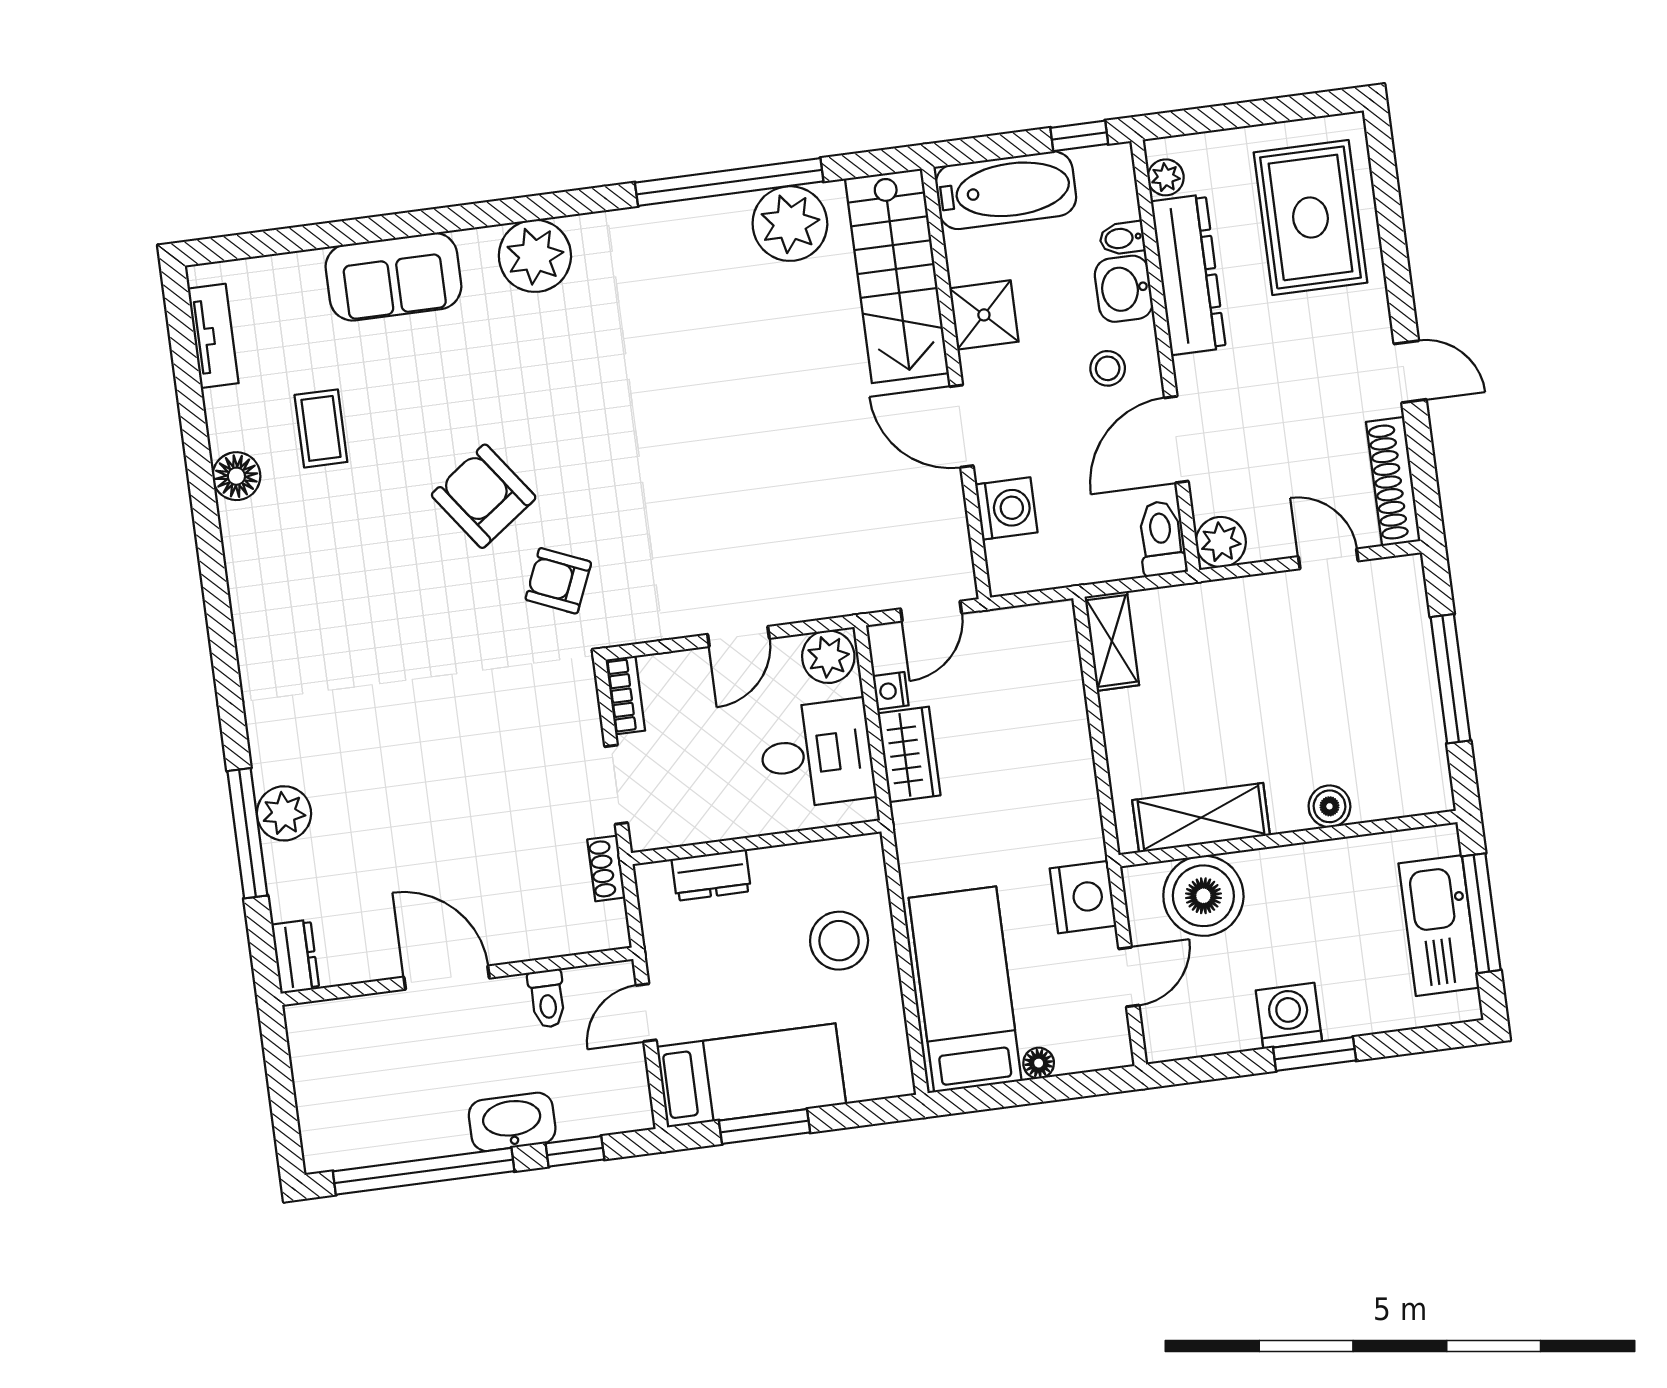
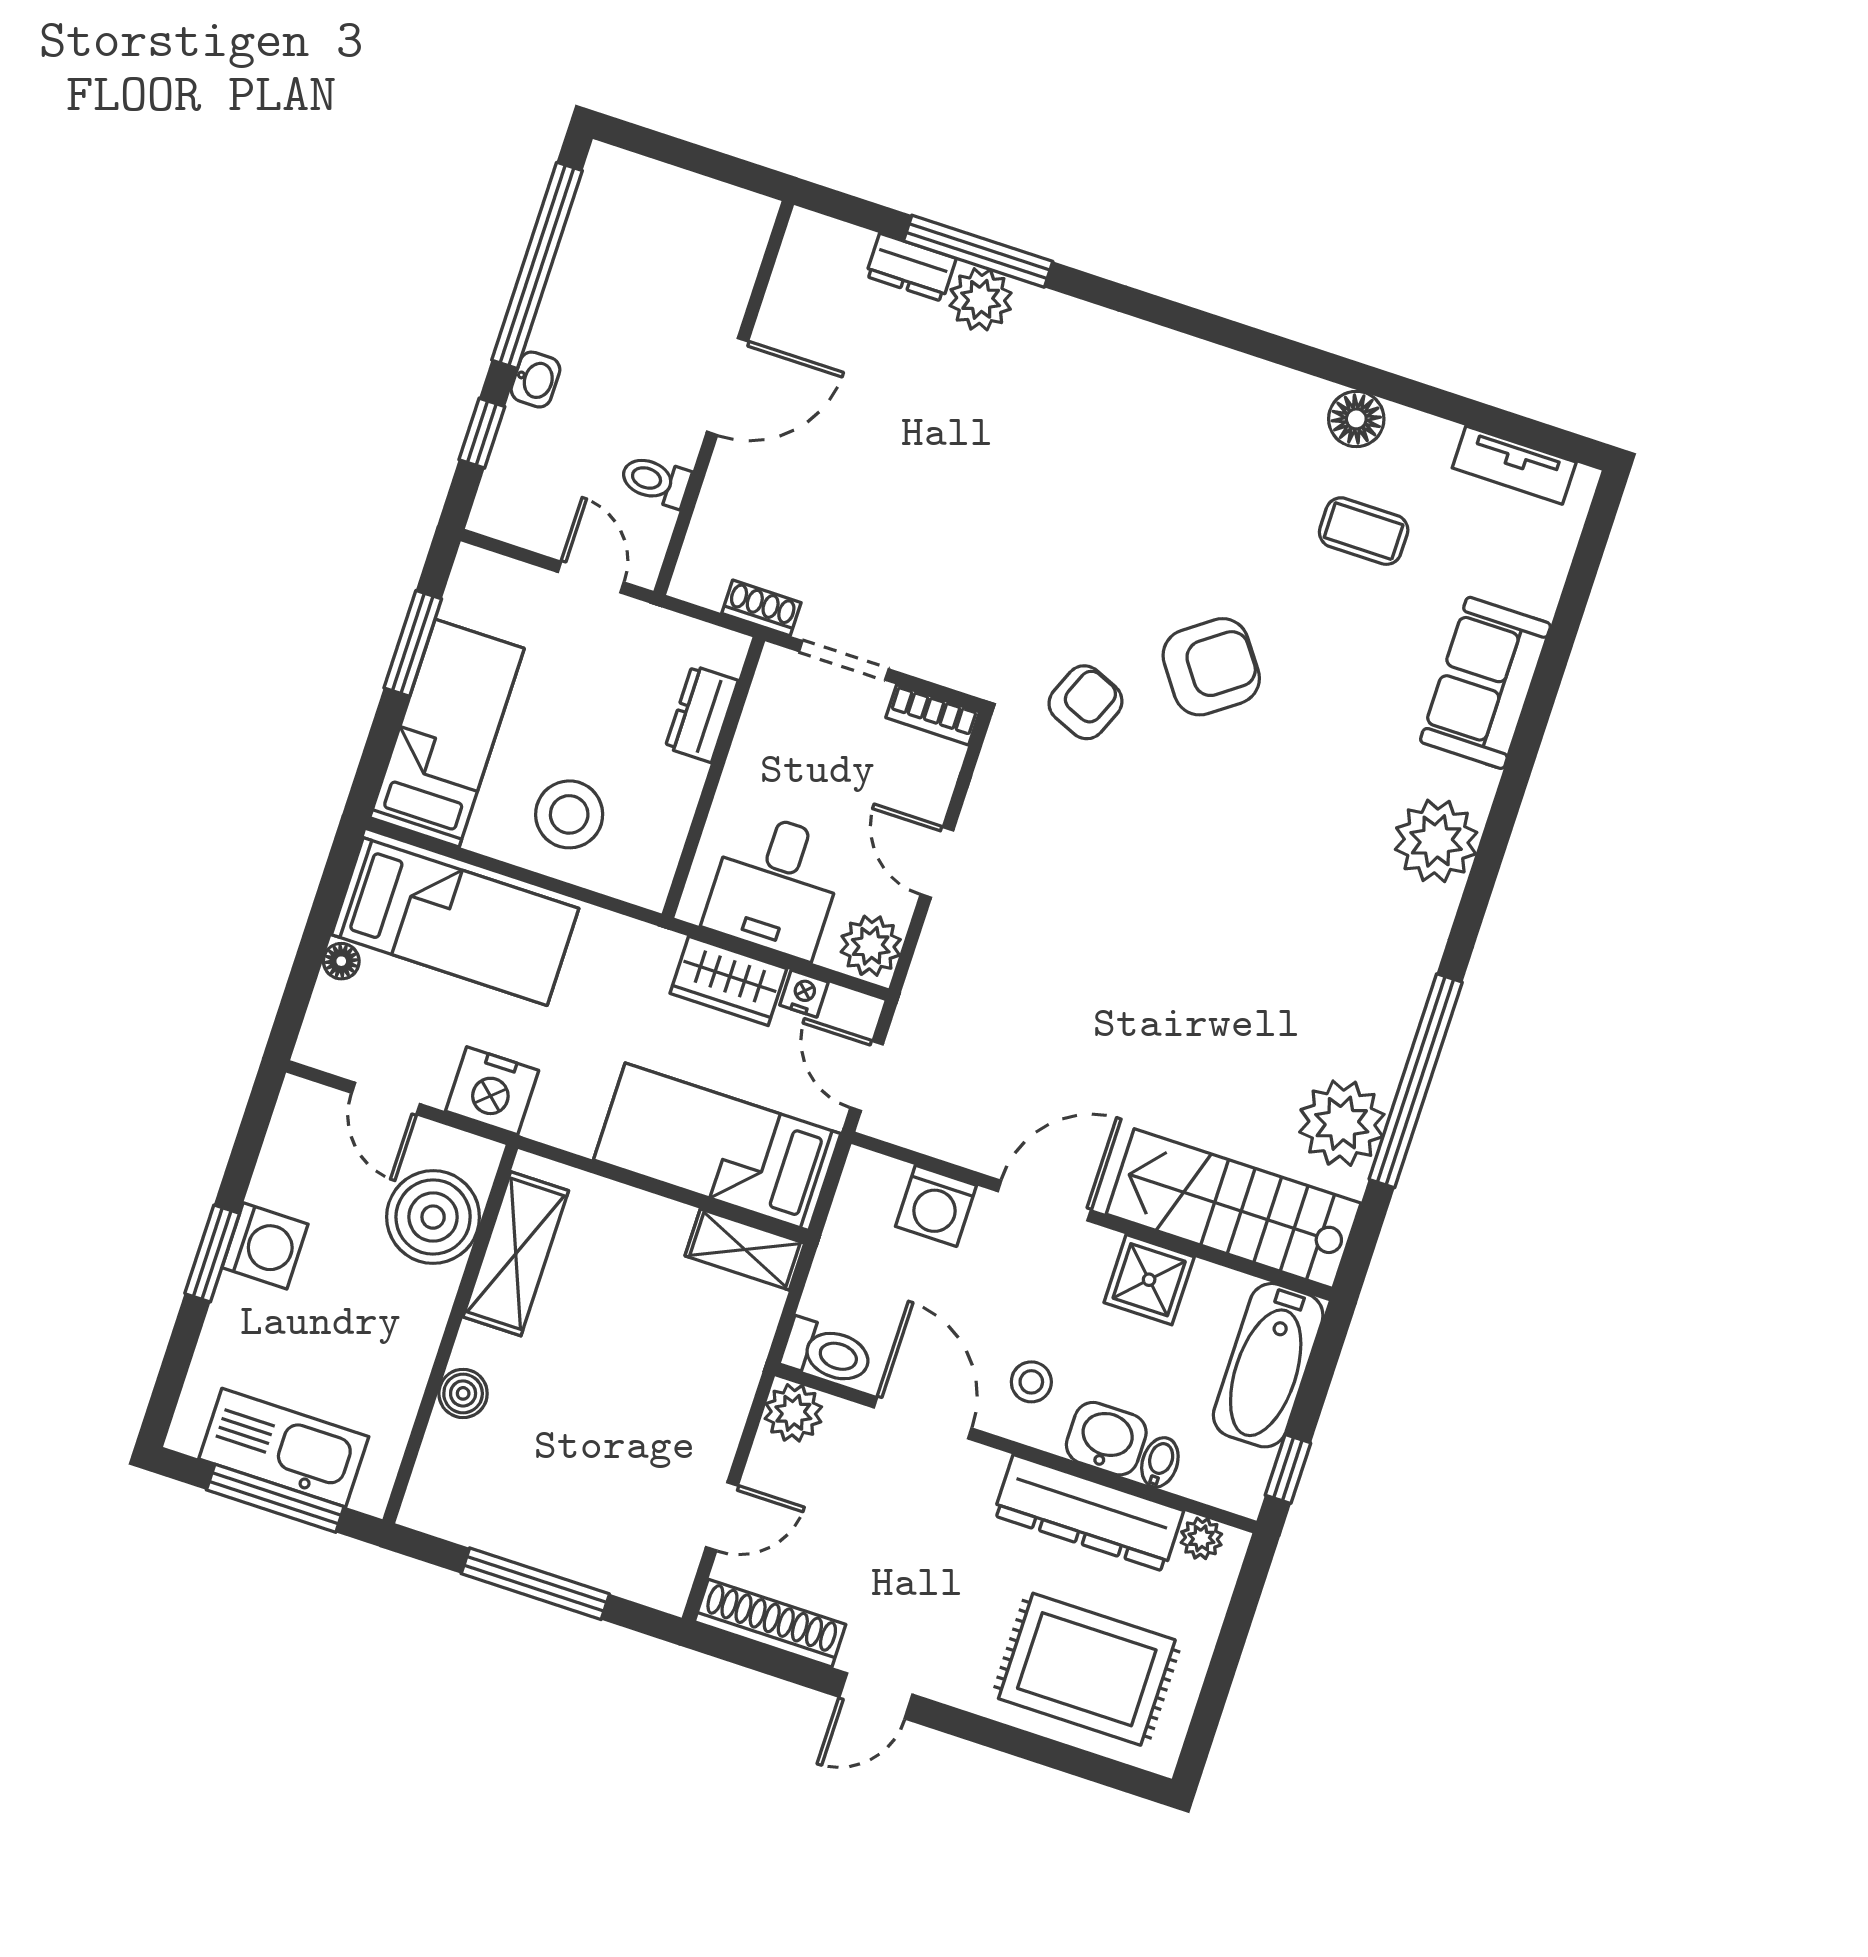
bed: (1042, 701) -> (717, 1147), added
dresser: (295, 957) -> (911, 267), moved
bed: (751, 1075) -> (447, 733), moved, turned 180
washbasin: (512, 1122) -> (536, 380), width x0.52, depth x0.69

